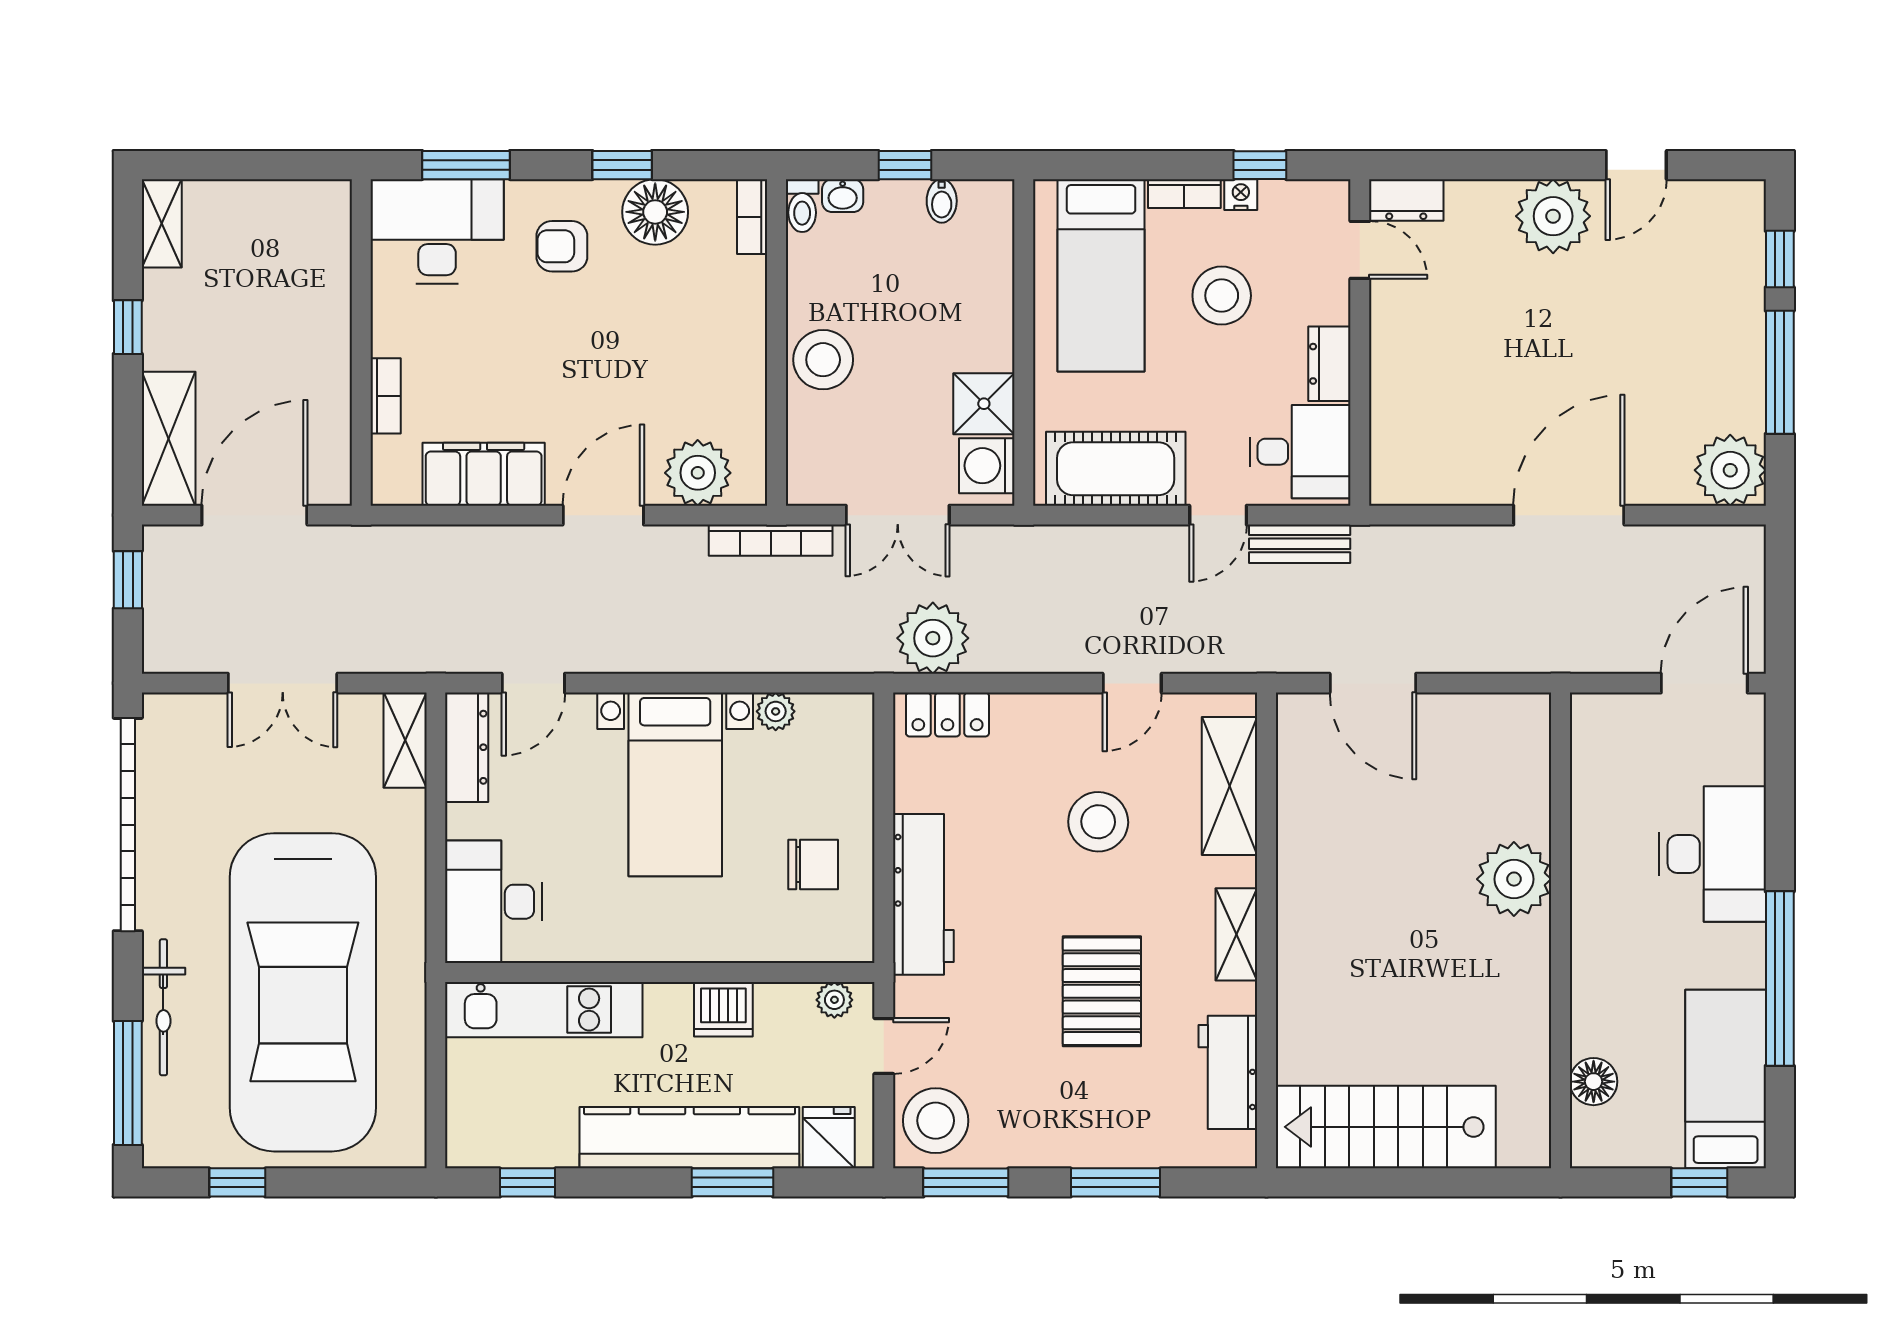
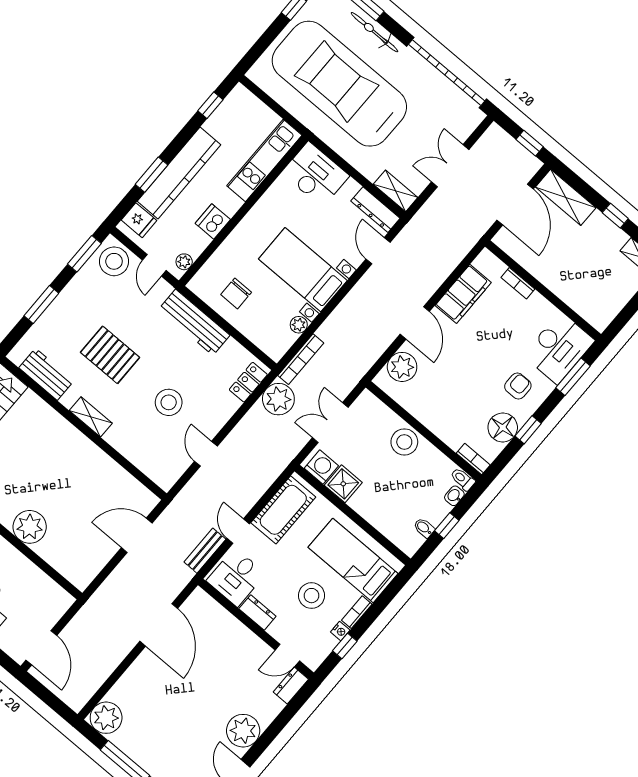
door: (1569, 515) -> (159, 625), moved
bookcase: (771, 540) -> (301, 359), moved, turned 180
shelving: (1230, 786) -> (143, 457), removed

